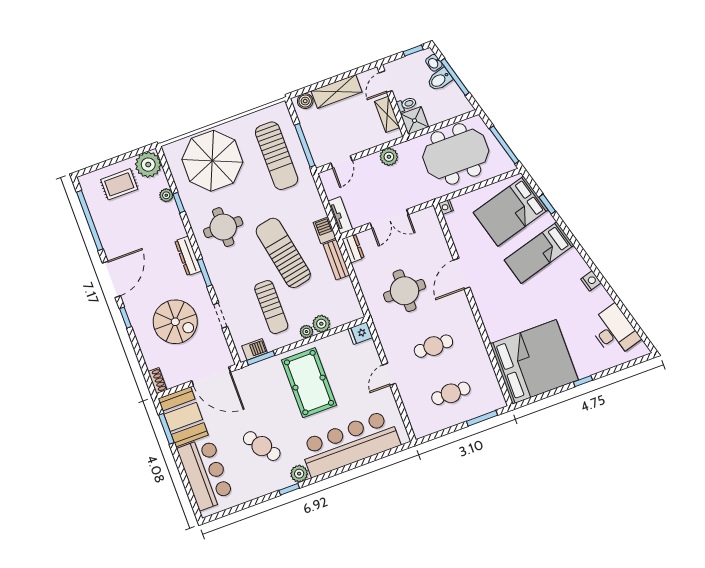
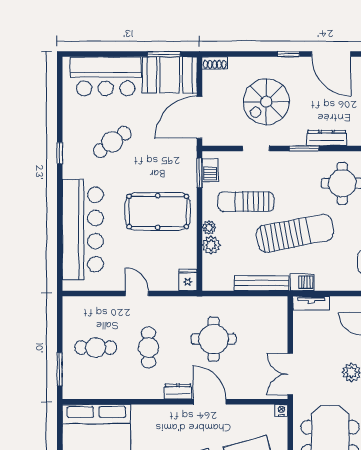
double door: (389, 219) -> (290, 374), moved
dresser: (353, 248) -> (178, 391), moved, turned 180
bench: (336, 260) -> (262, 283), width x1.36
cafe table: (451, 393) -> (96, 348), turned 90
plant: (299, 474) -> (71, 169), removed

